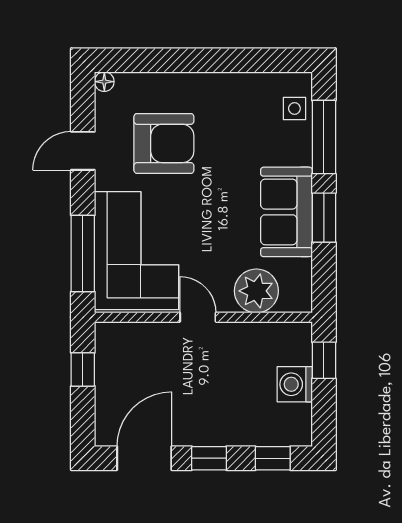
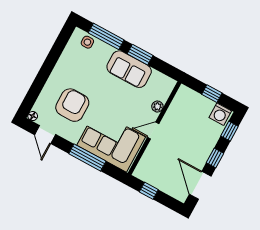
door: (83, 151) -> (45, 135), moved
window: (83, 254) -> (87, 157), moved
plant: (256, 291) -> (157, 107), width x0.53, depth x0.53
window: (324, 360) -> (212, 94), moved
washing machine: (295, 384) -> (220, 114), moved

